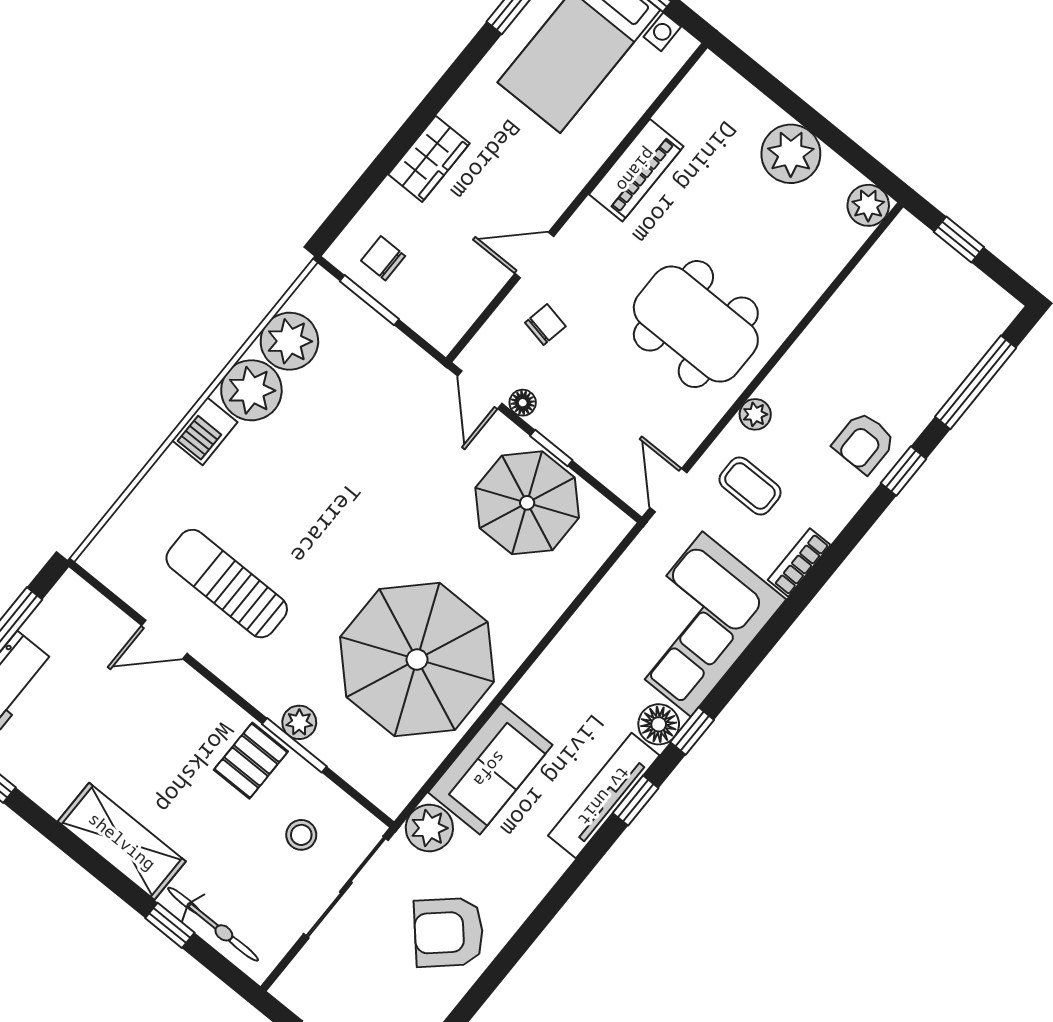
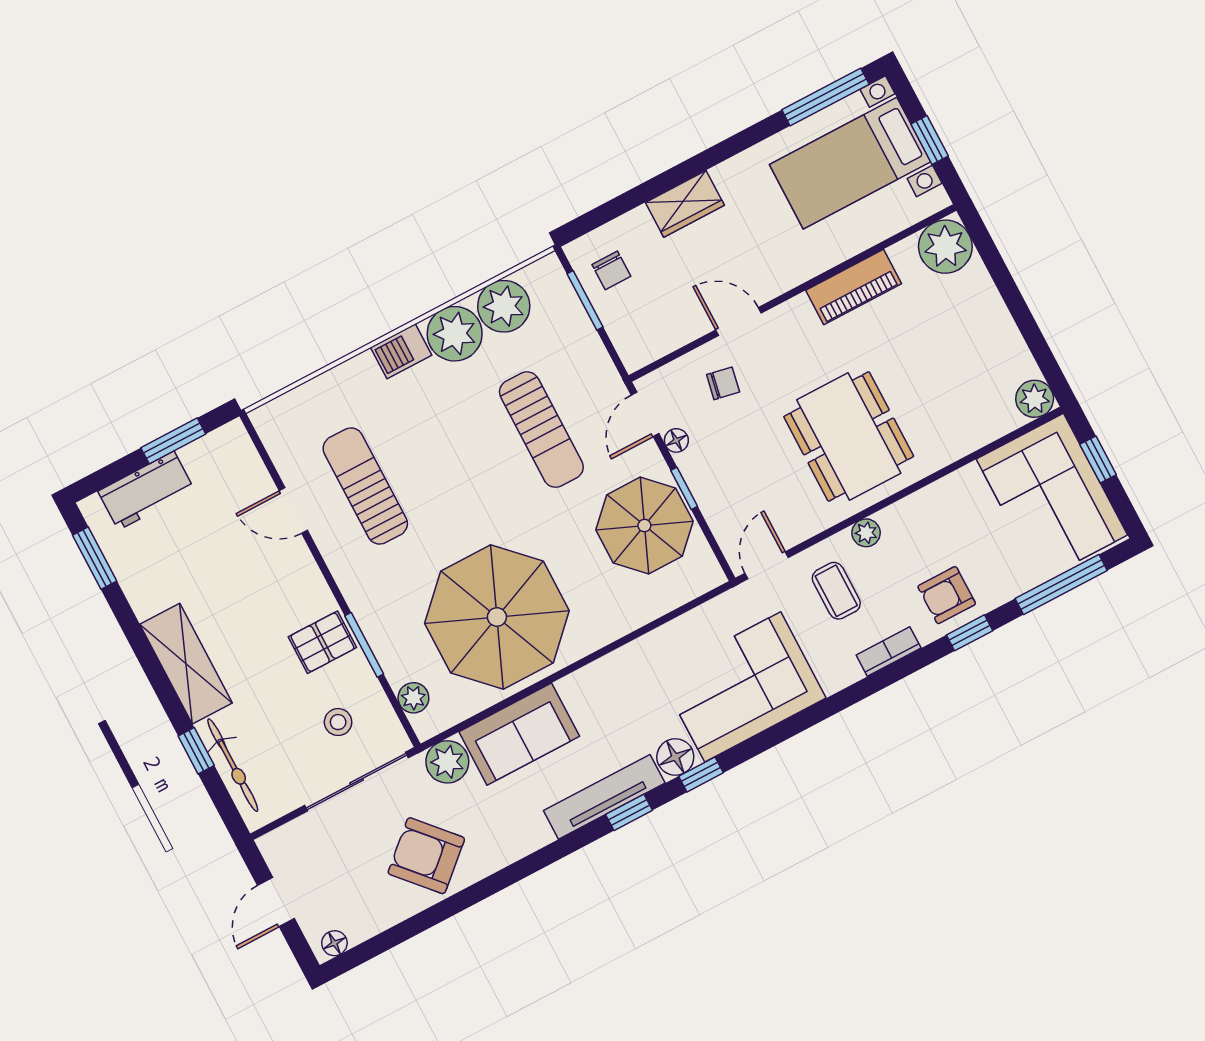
plant: (791, 154) -> (945, 247), moved
chair: (383, 258) -> (611, 270), turned 180
corner sofa: (928, 298) -> (1052, 497), added
sun lounger: (381, 450) -> (541, 430), added
bookcase: (799, 562) -> (889, 652), moved
plant: (299, 722) -> (413, 698), moved

